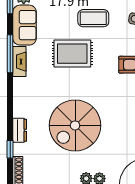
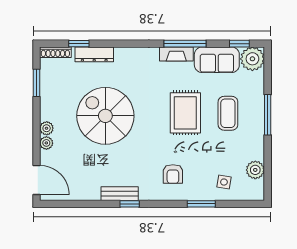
coffee table: (93, 18) -> (228, 113), moved
dresser: (20, 130) -> (94, 54), width x1.44

